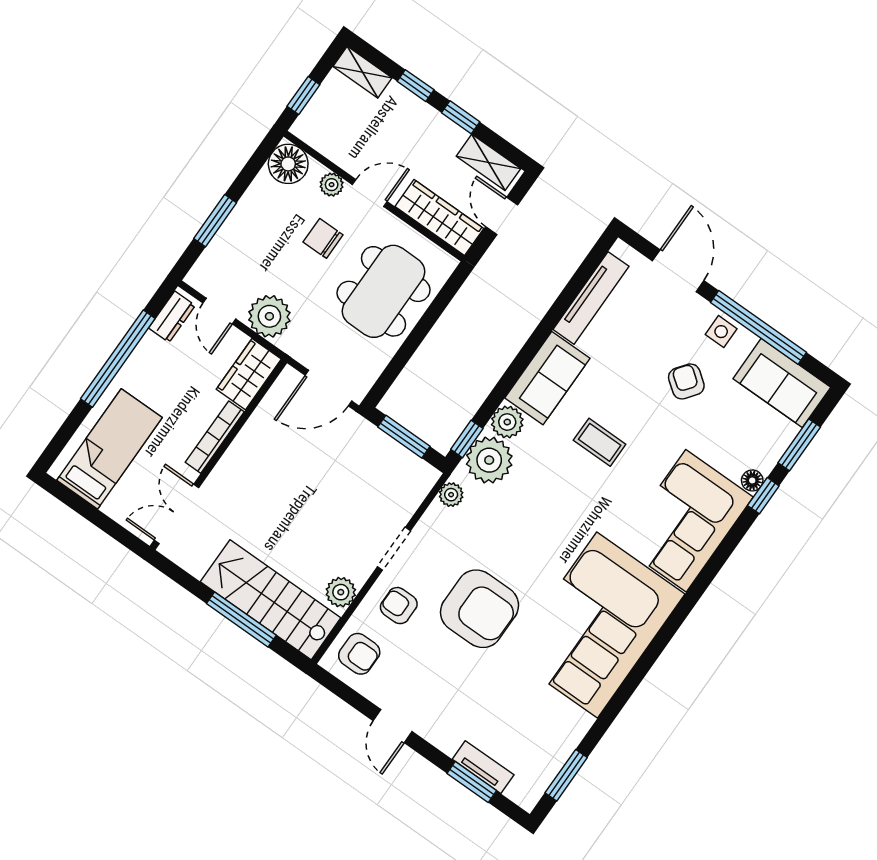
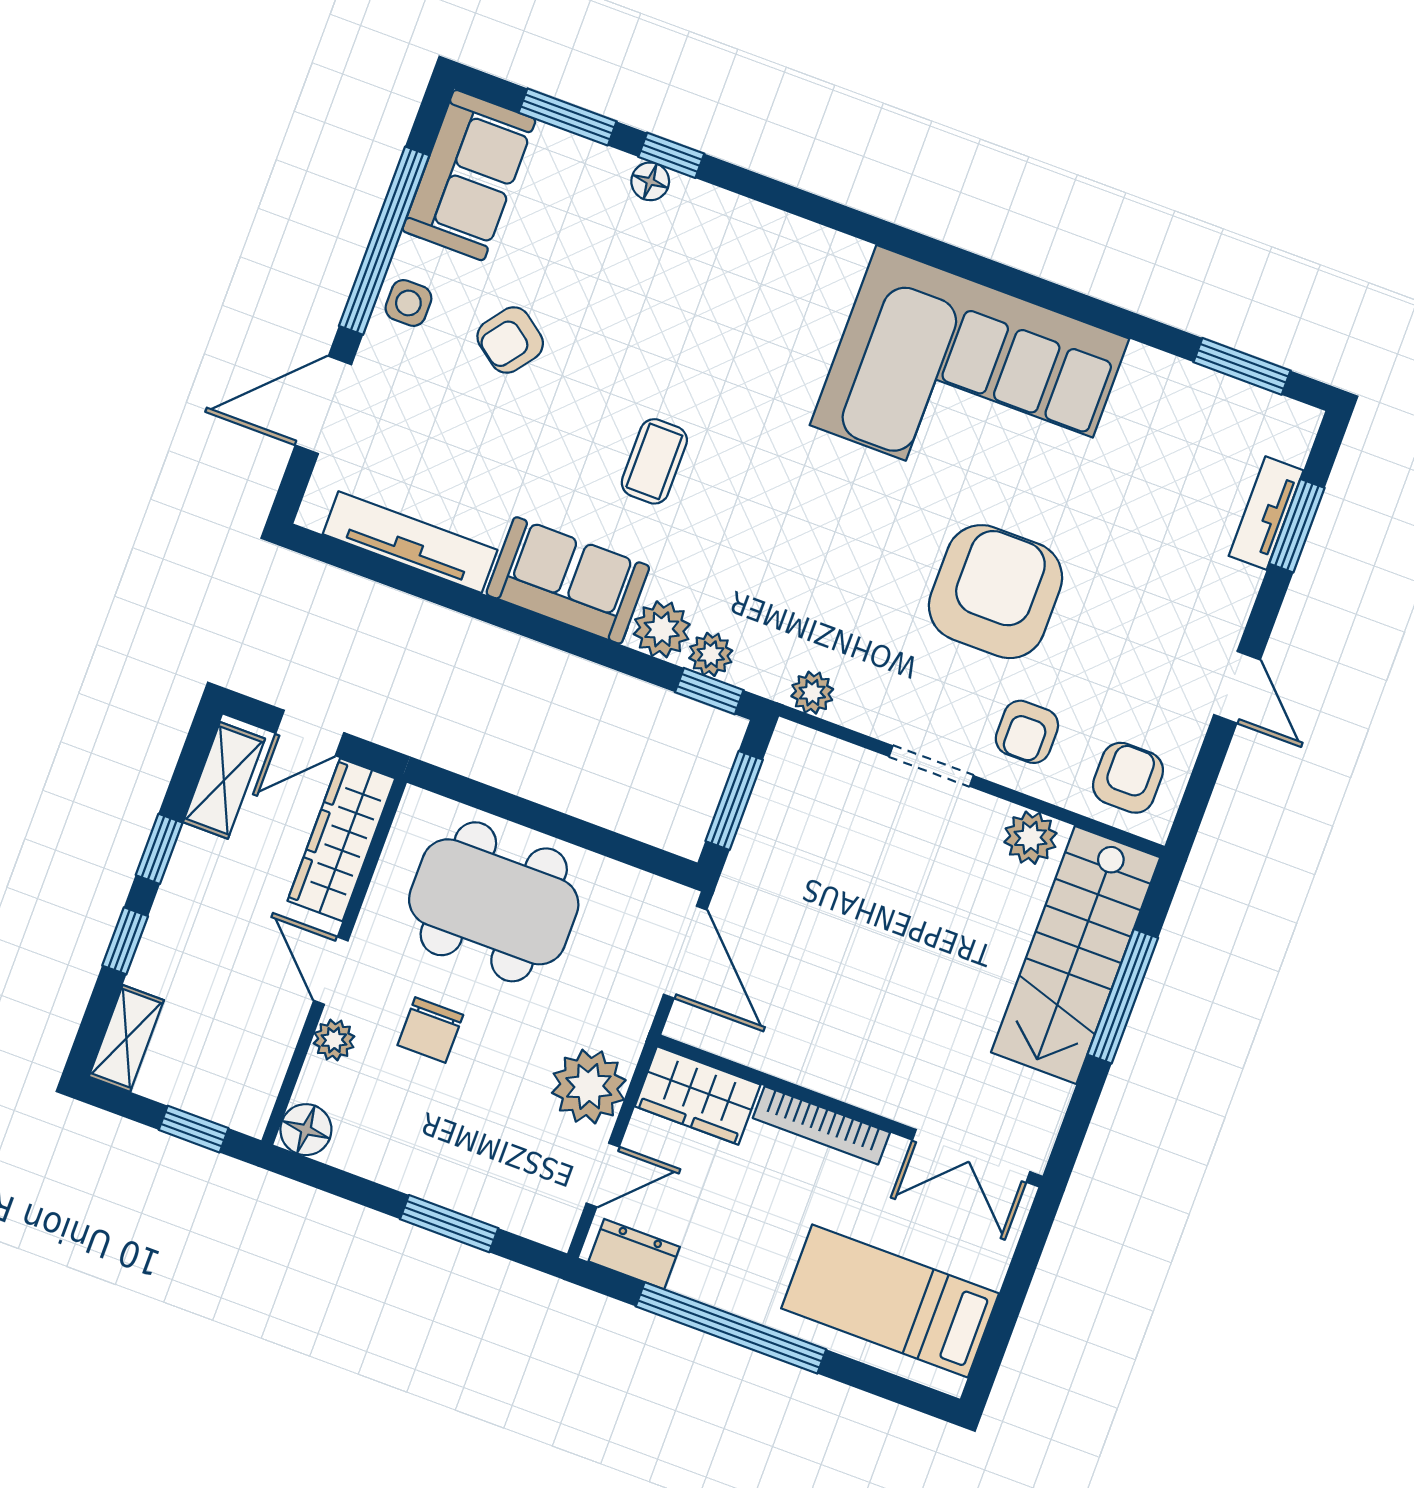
floor lamp: (288, 164) -> (306, 1130), width x0.73, depth x0.73
plant: (489, 460) -> (711, 654), width x0.53, depth x0.53
corner sofa: (686, 521) -> (750, 277), removed
door: (393, 726) -> (1237, 687), hinge flipped

